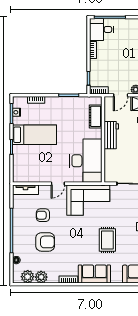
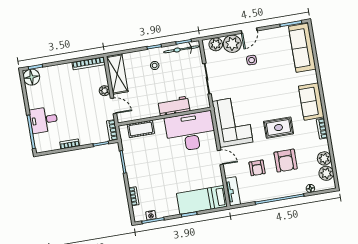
desk: (101, 29) -> (44, 120), moved, turned 90
bed: (34, 135) -> (202, 200), moved, turned -90
workbench: (111, 135) -> (174, 106), moved
rug: (107, 240) -> (279, 128), moved
armchair: (45, 242) -> (286, 161), turned 180

